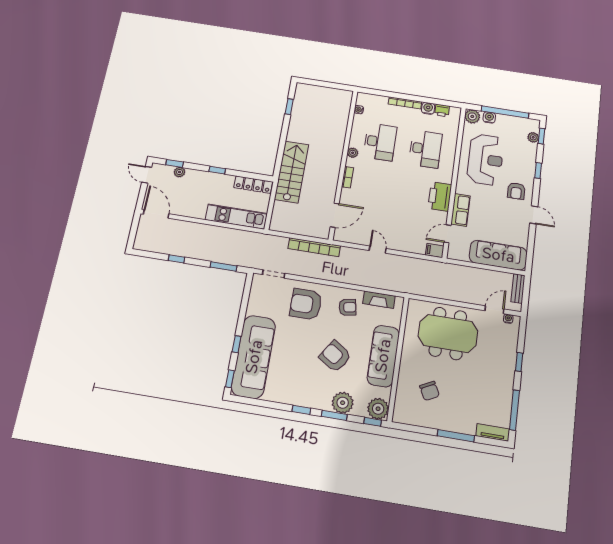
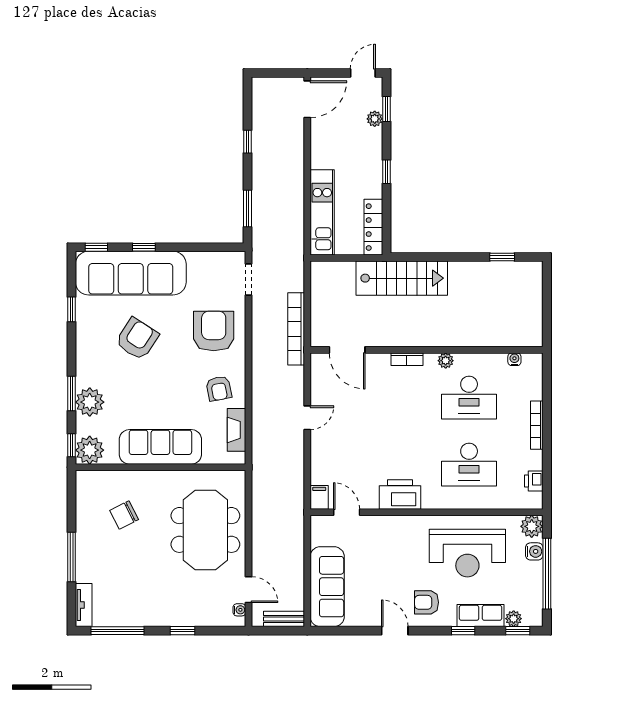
water cooler: (428, 108) -> (534, 460), removed
row of seats: (461, 210) -> (481, 616), moved, turned 180
door: (534, 215) -> (395, 631), swing flipped
armchair: (335, 356) -> (137, 339), moved
window: (301, 410) -> (71, 309), moved

